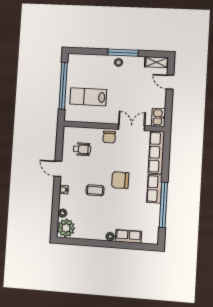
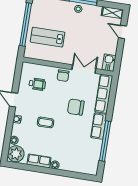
chair: (120, 180) -> (76, 107), moved
row of seats: (128, 236) -> (39, 161), moved

